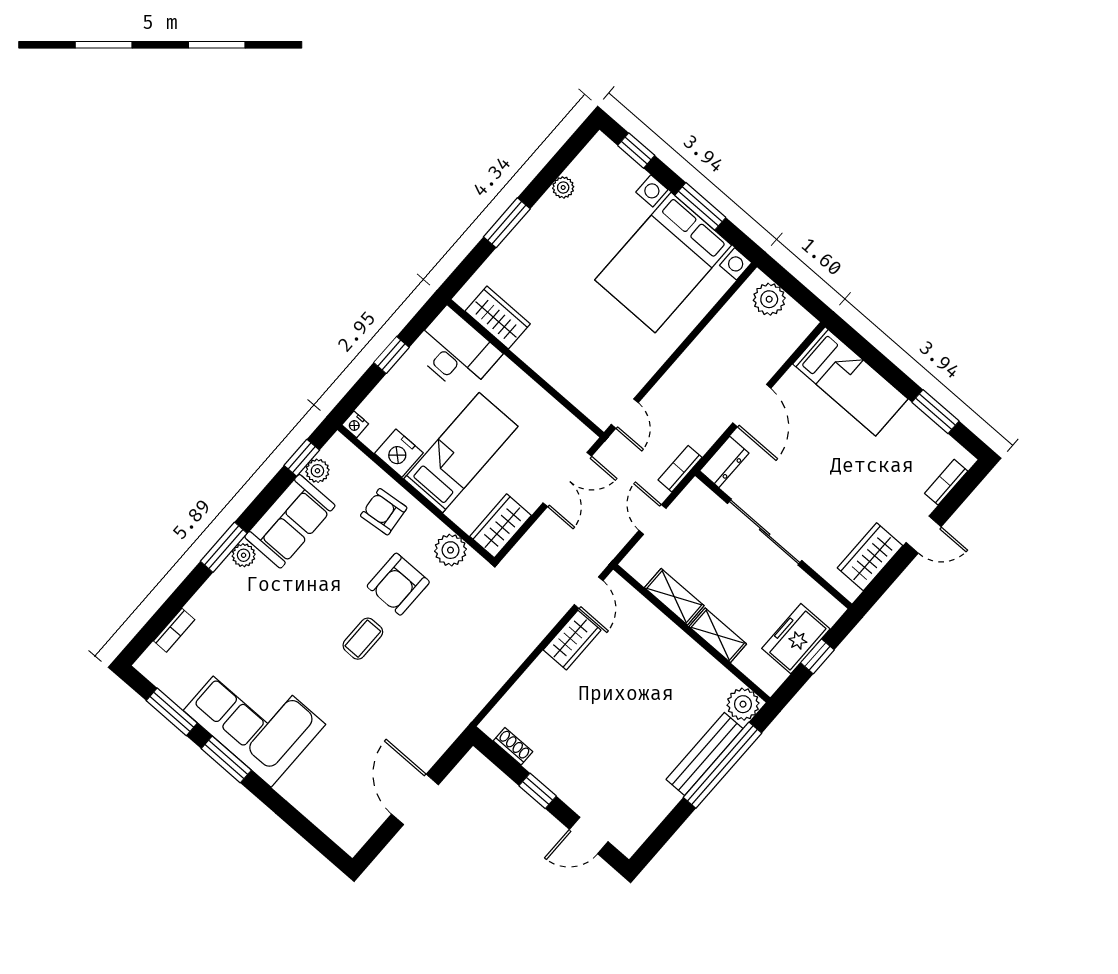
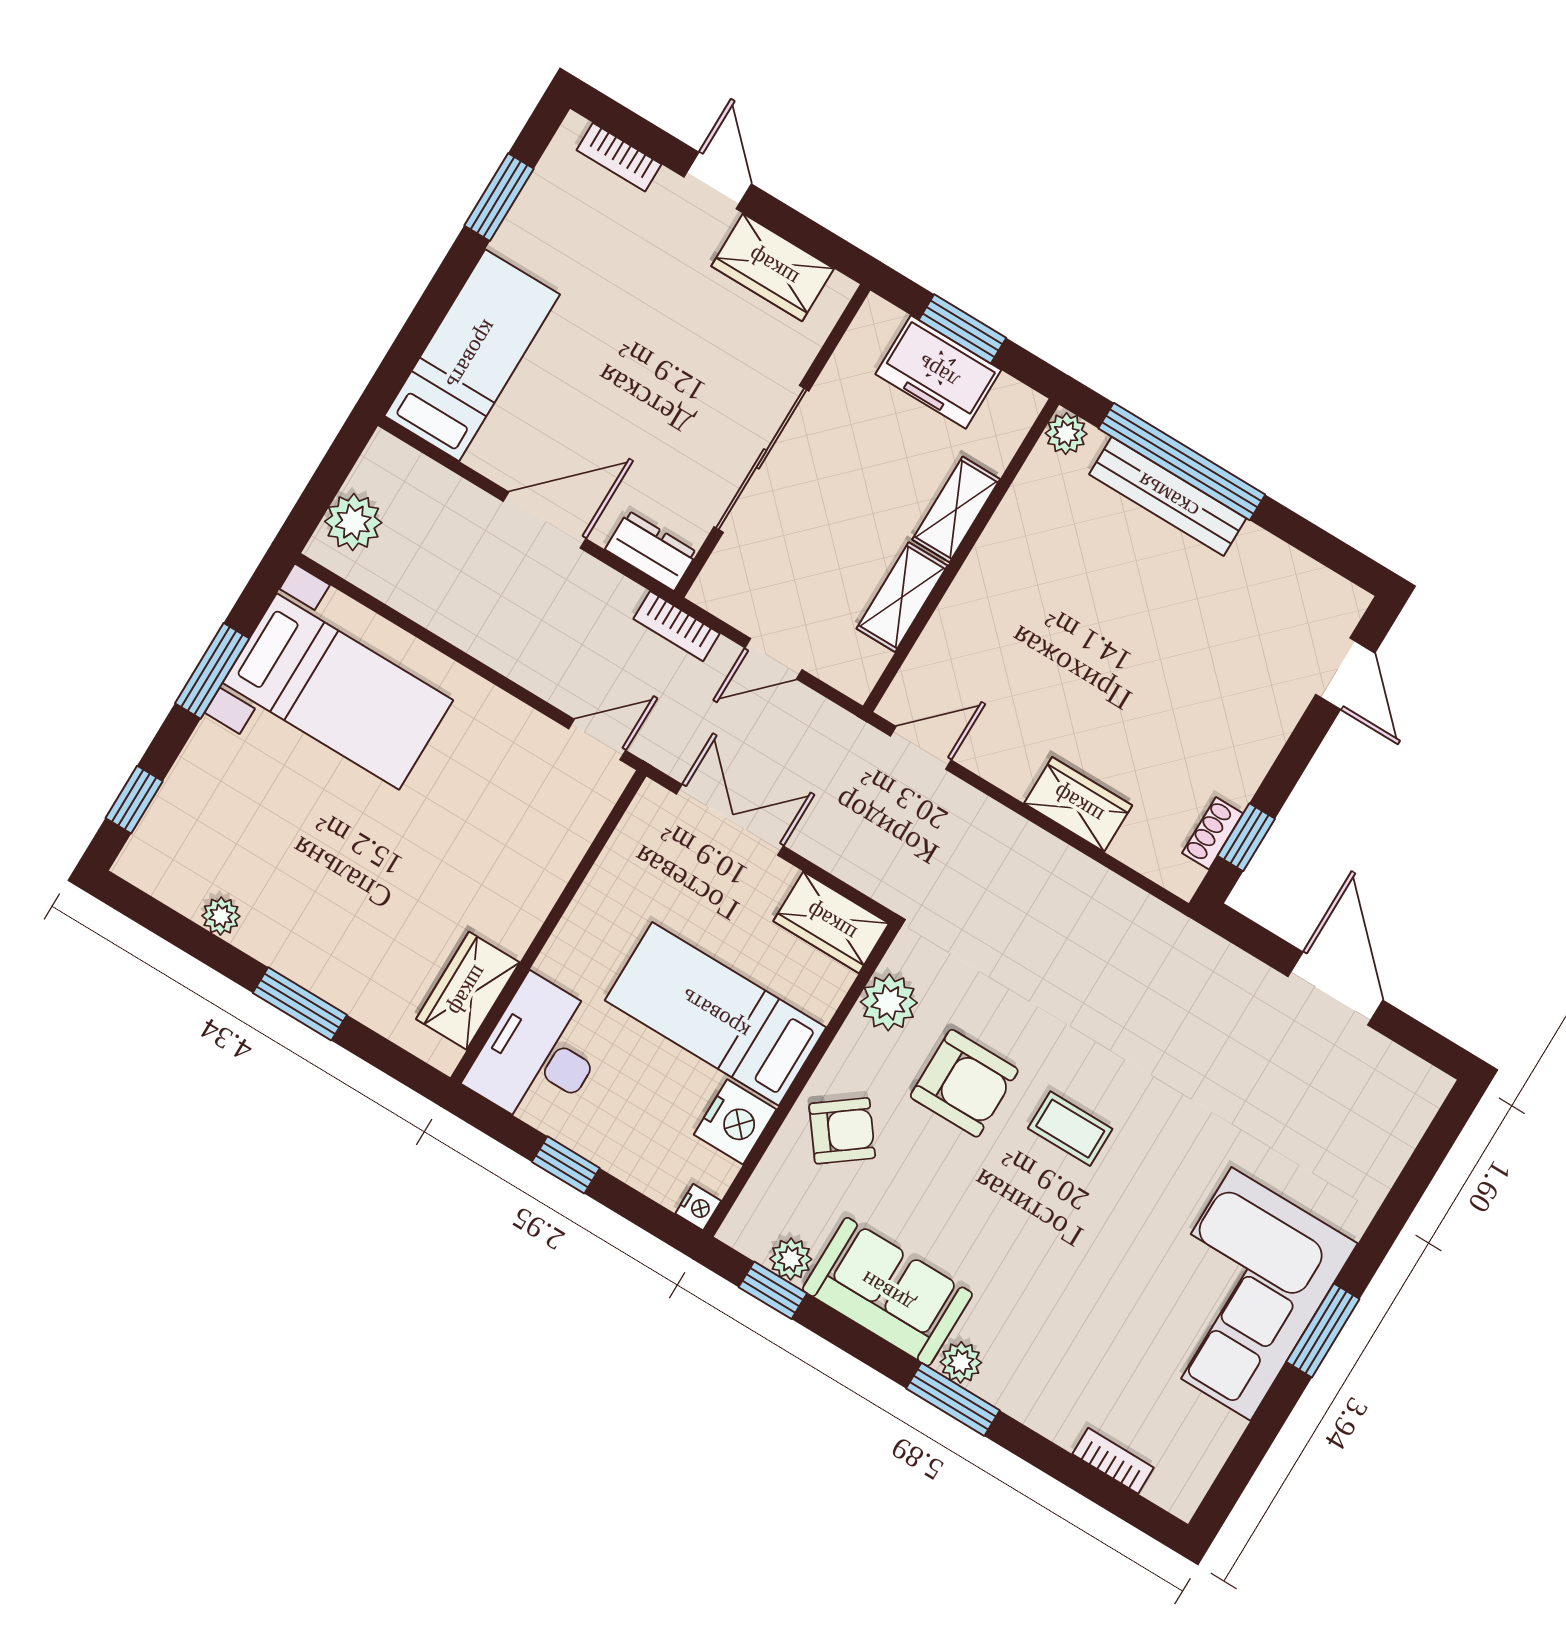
bed with nightstands: (663, 263) -> (338, 692), width x0.73
armchair: (384, 512) -> (842, 1131), turned -121
wardrobe: (572, 640) -> (1078, 804), moved
window: (817, 656) -> (962, 329), width x1.50
plant: (743, 704) -> (1066, 434), width x0.73, depth x0.73
window: (172, 712) -> (1257, 1440), removed
window: (538, 791) -> (1246, 837), moved
door: (415, 799) -> (1335, 988), swing flipped

